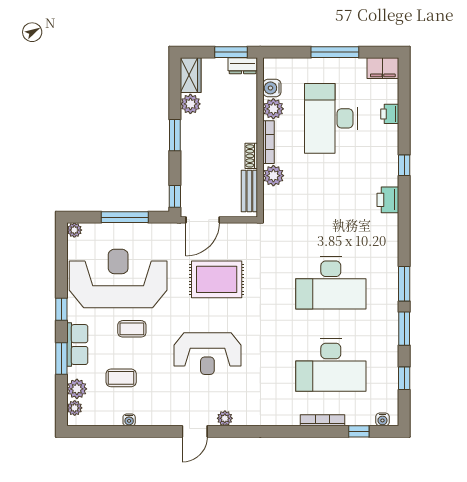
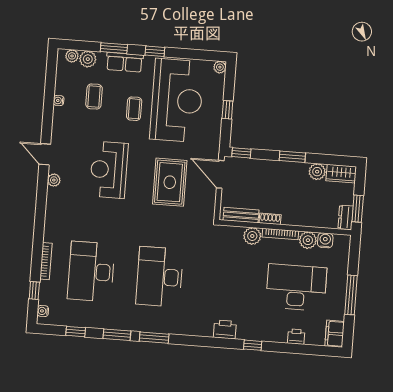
window: (125, 217) -> (227, 110), width x0.46

